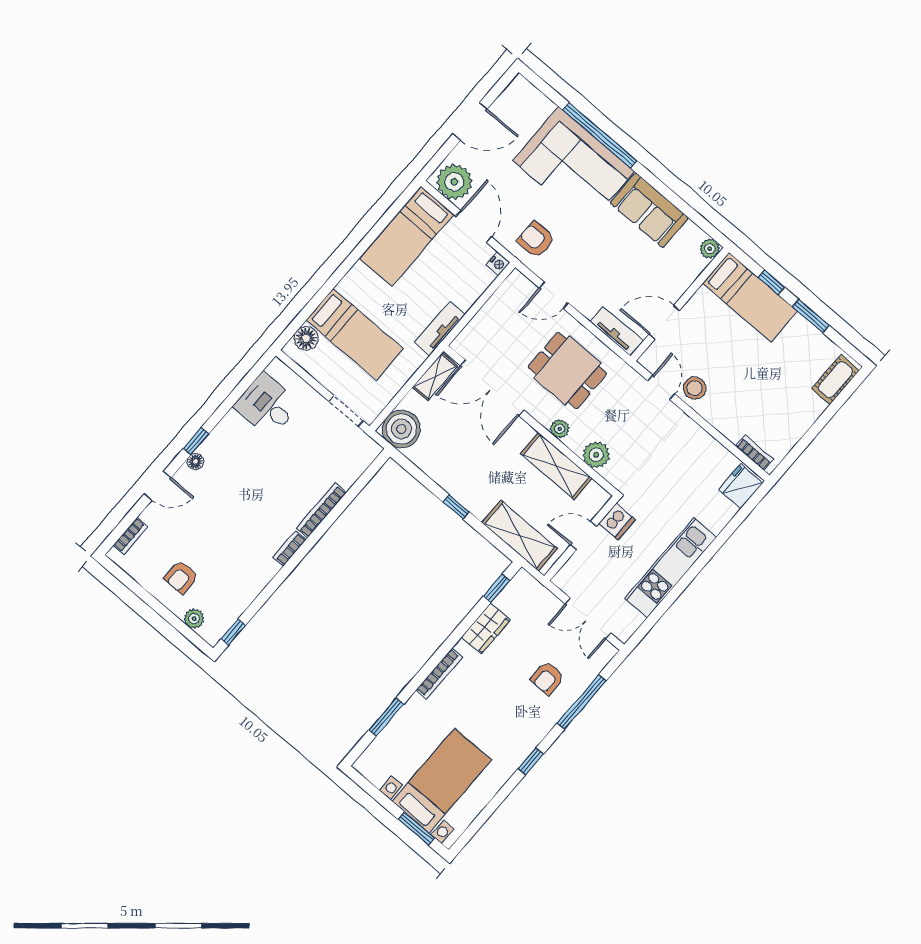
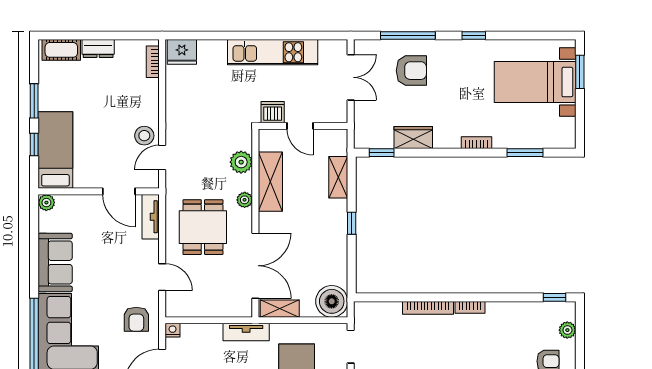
dresser: (808, 414) -> (98, 49), added
shelving: (520, 536) -> (338, 177), width x0.67, depth x0.75
bookcase: (439, 674) -> (476, 143), width x0.64
armchair: (547, 678) -> (411, 71), width x1.38, depth x1.38

